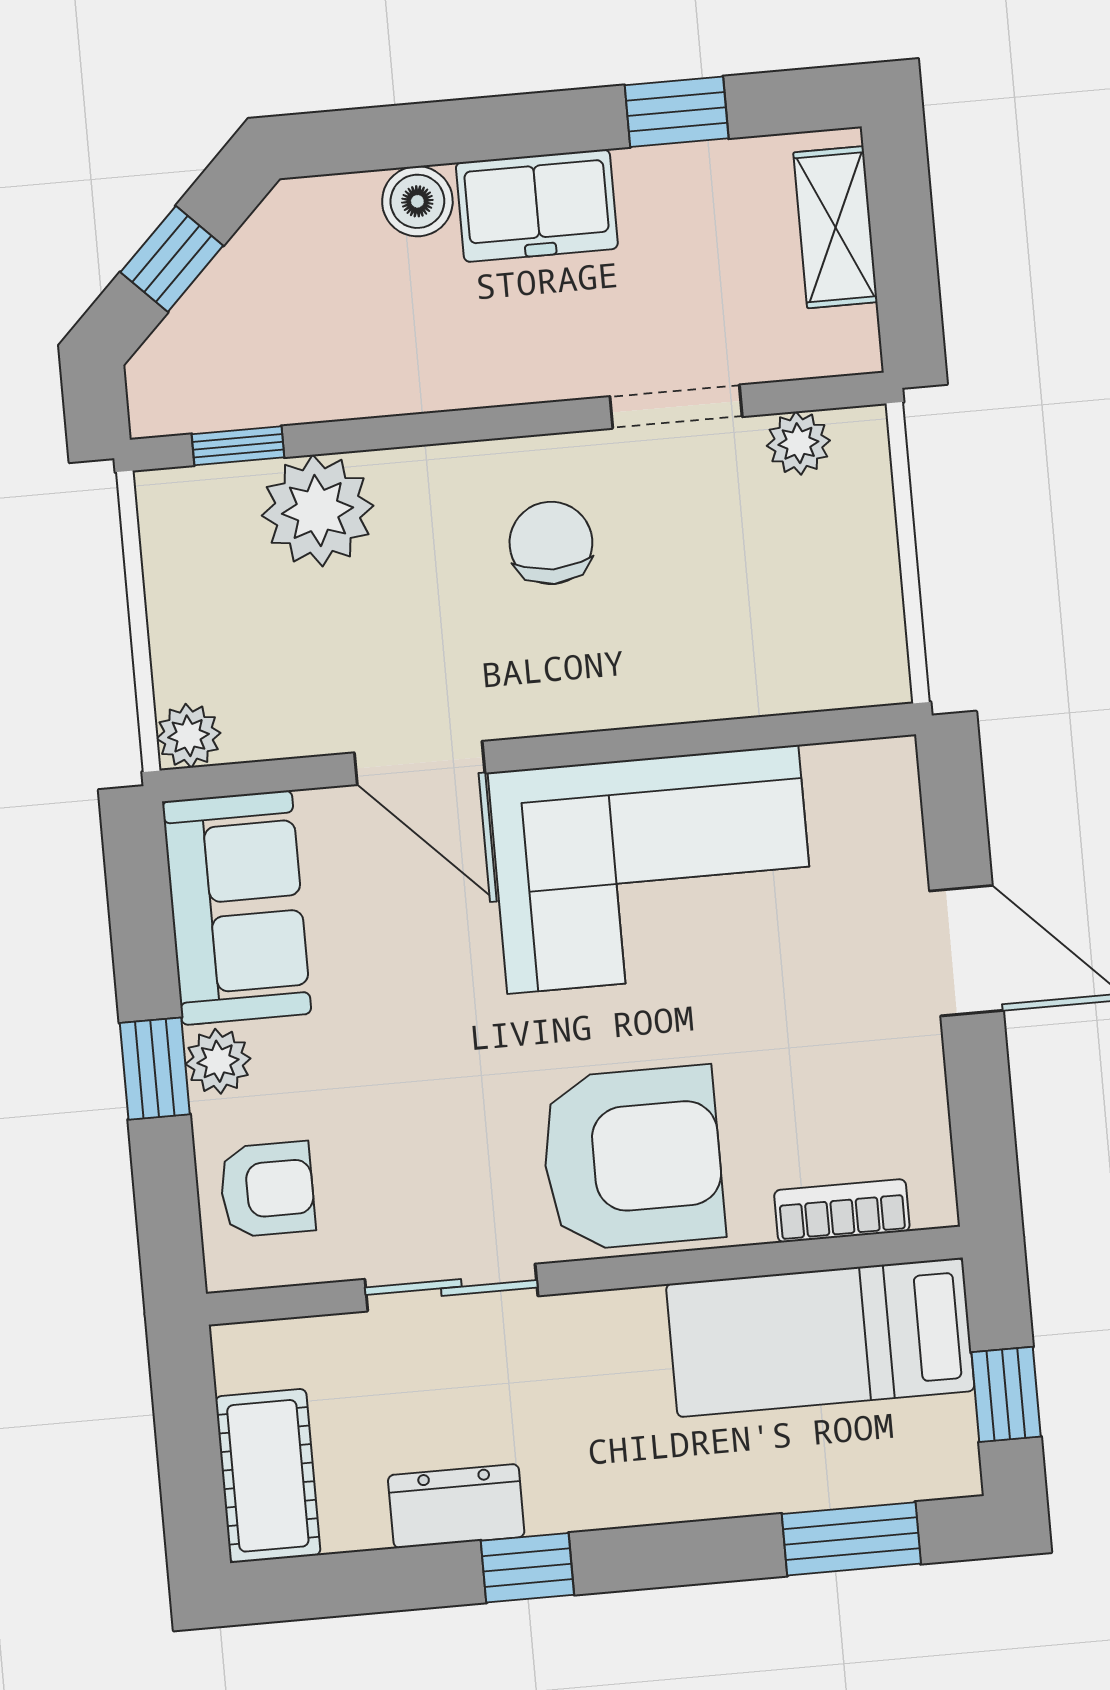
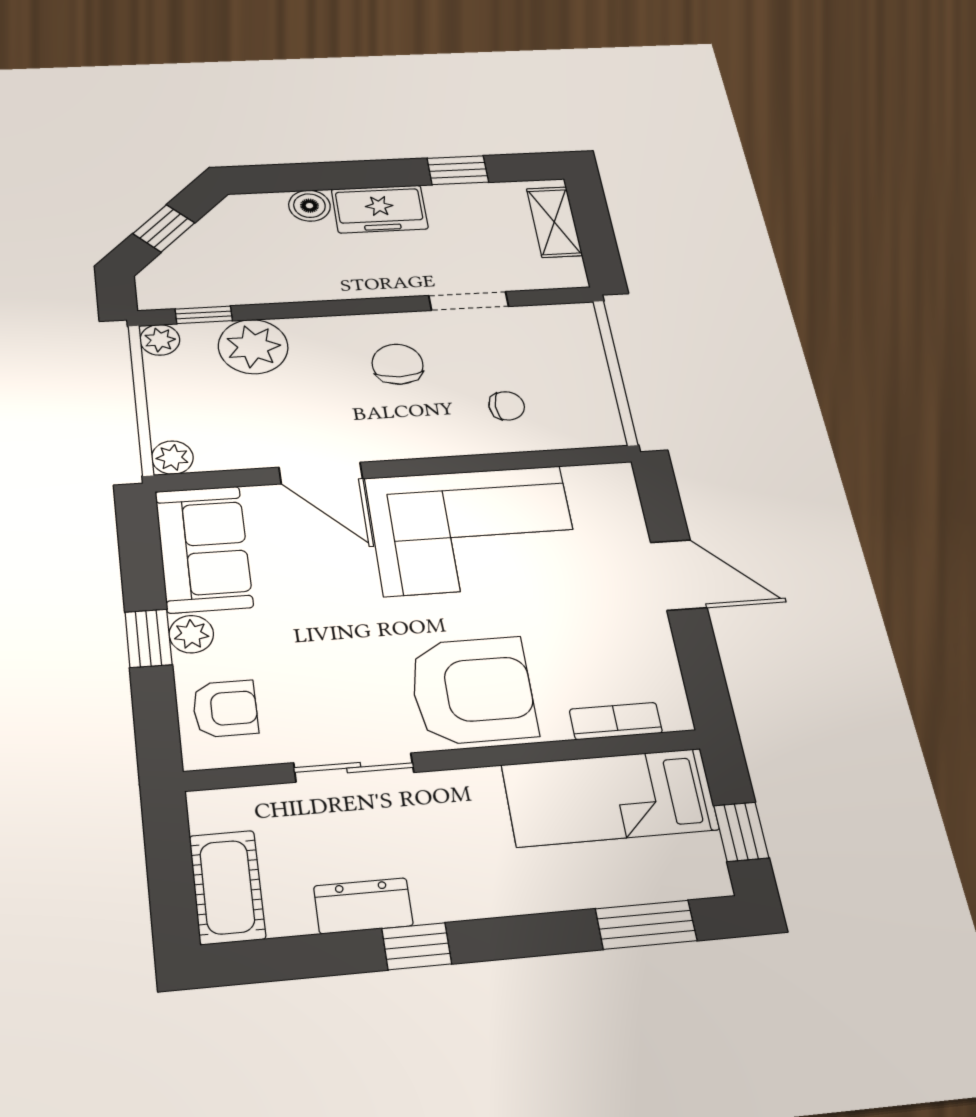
plant: (798, 443) -> (160, 340), moved
chair: (723, 626) -> (507, 406), added

